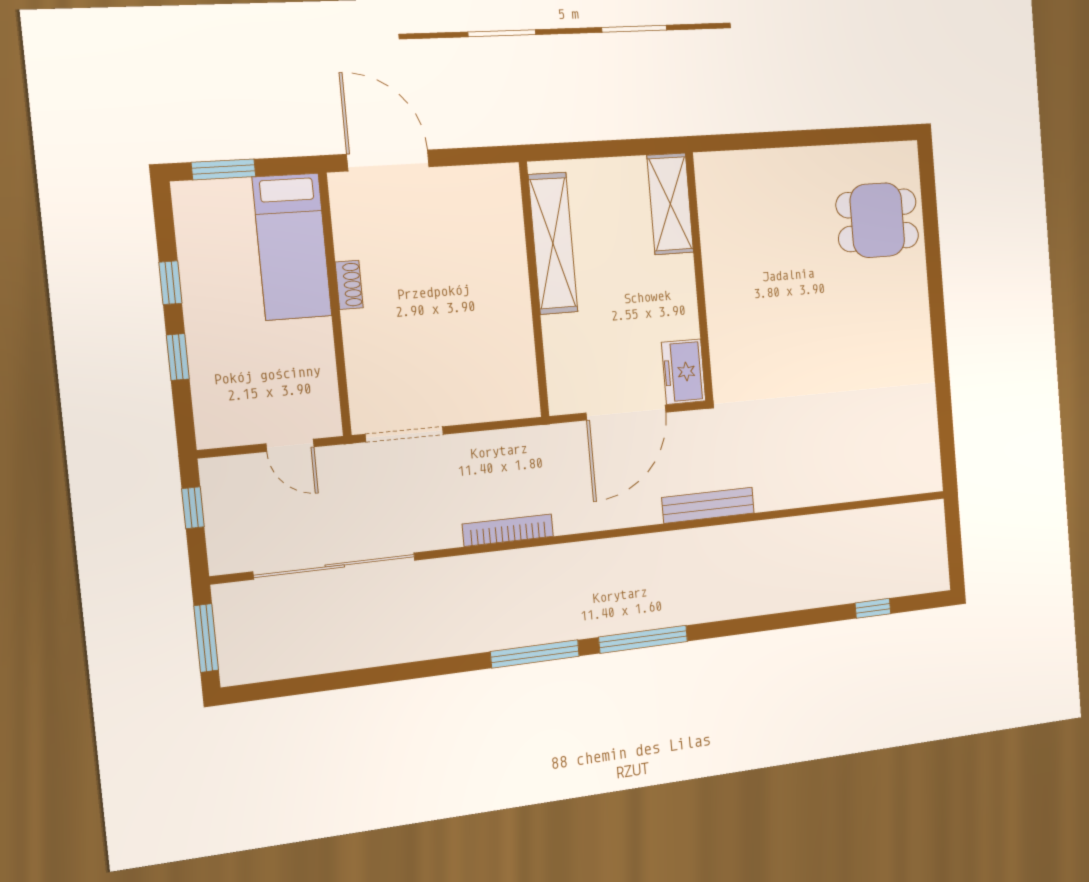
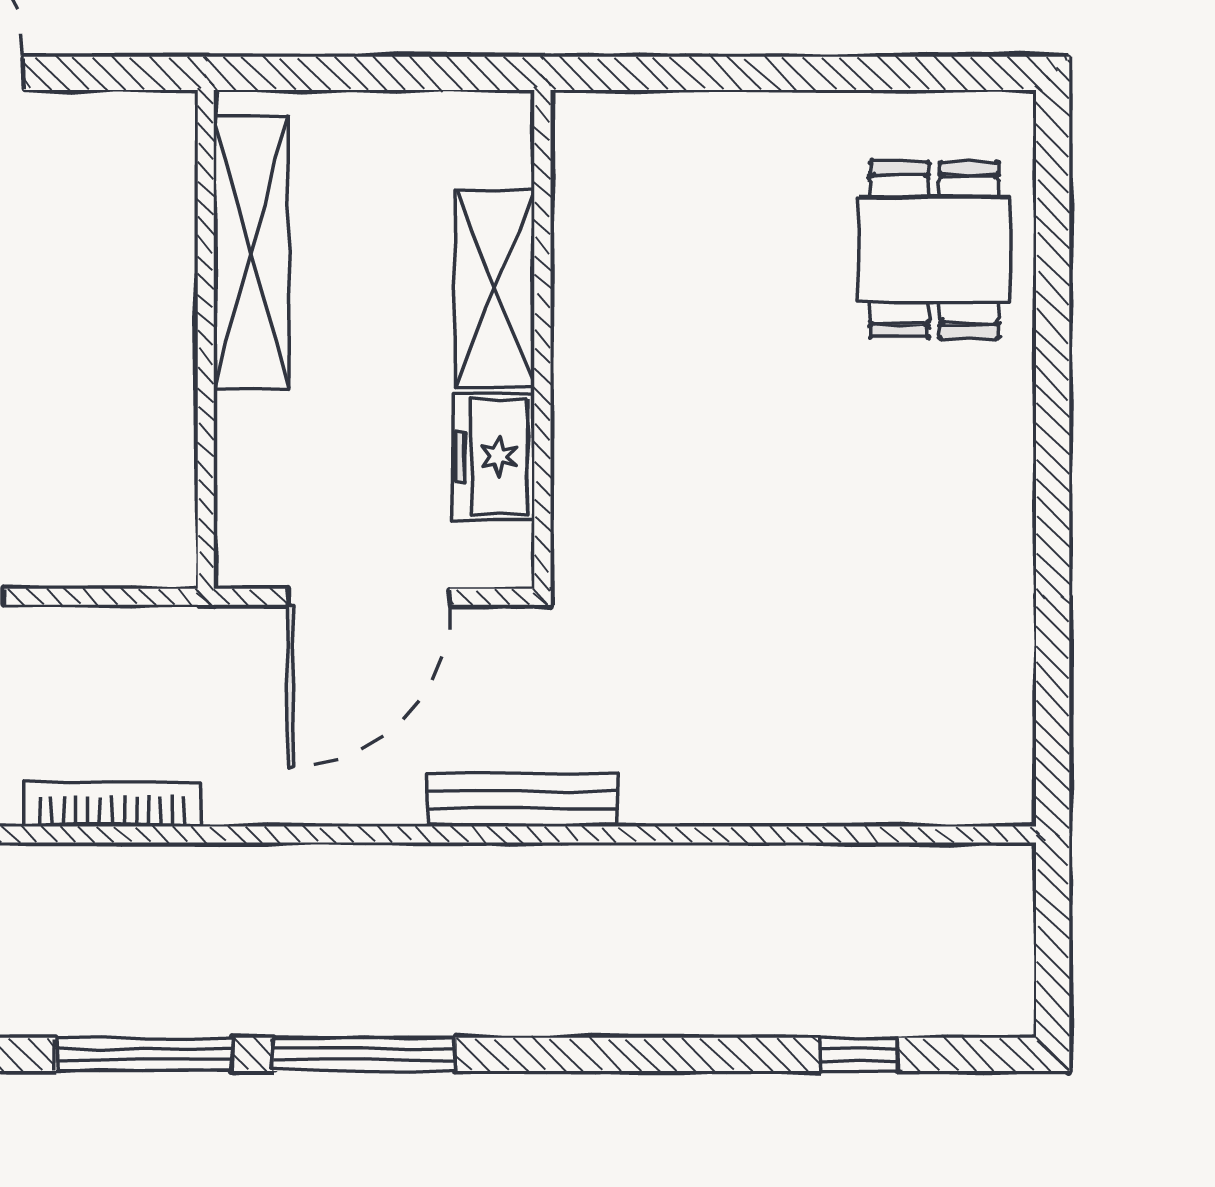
shelving: (670, 204) -> (495, 289), moved
dining table: (877, 220) -> (934, 250), turned 90
freezer: (684, 372) -> (494, 457), moved

